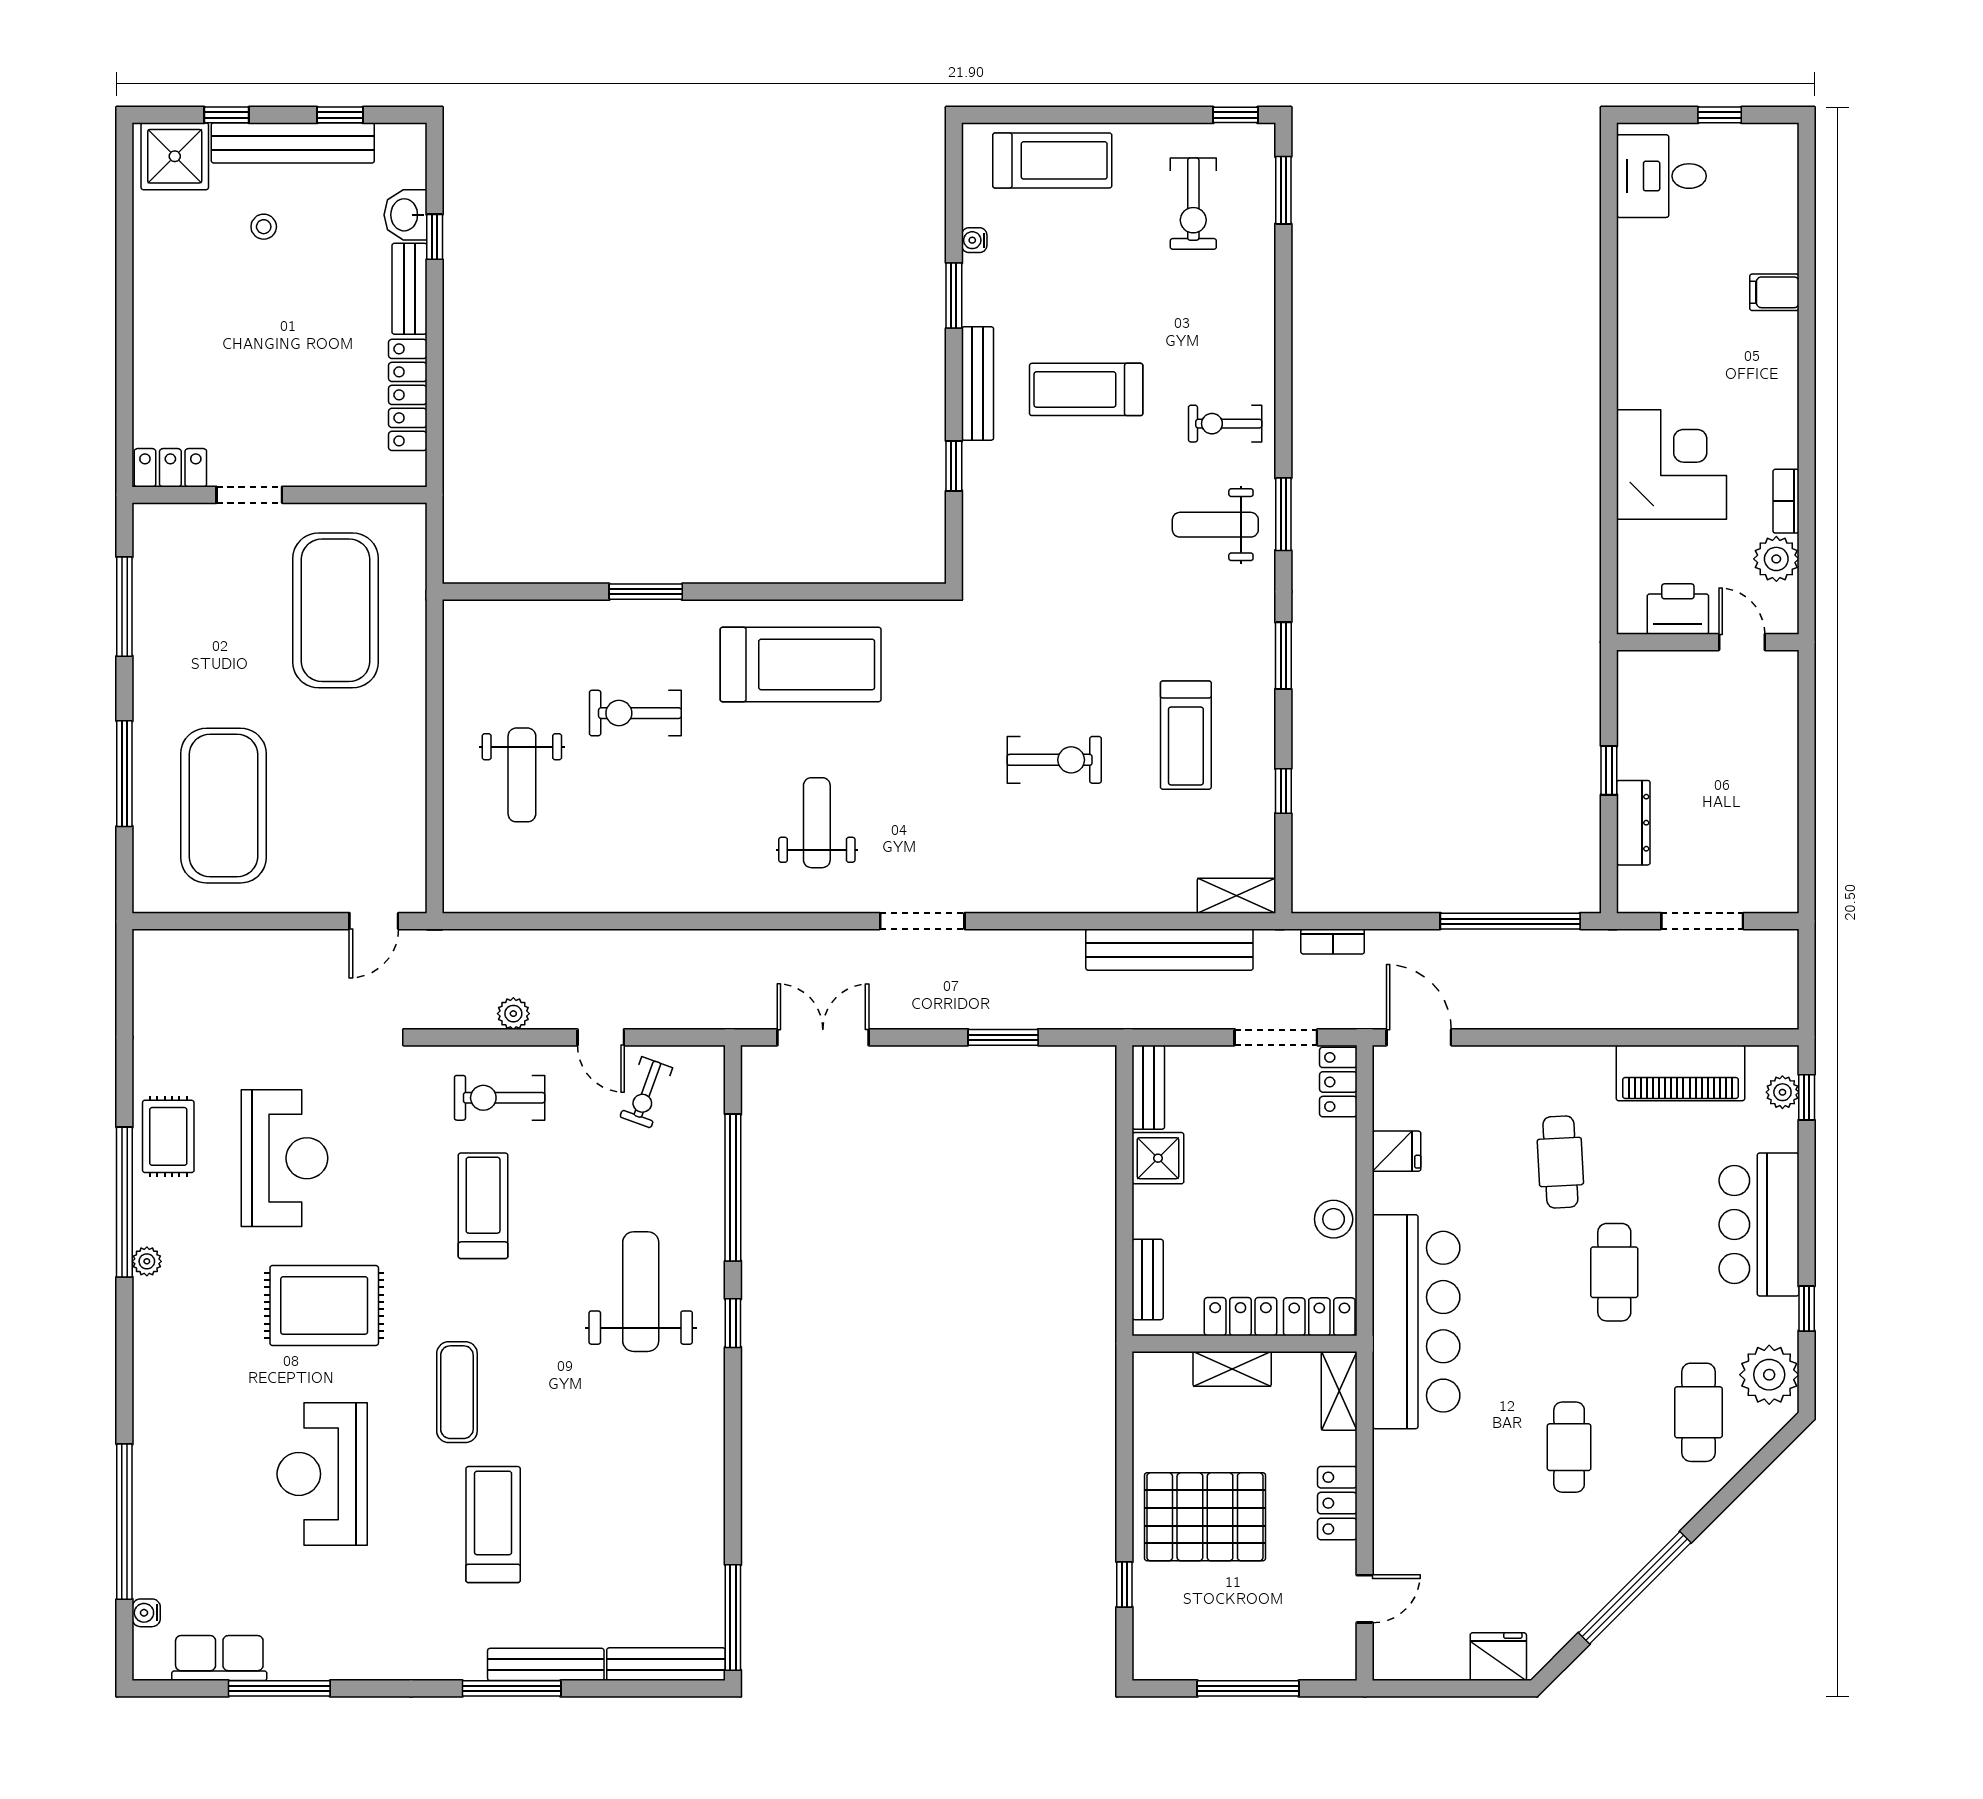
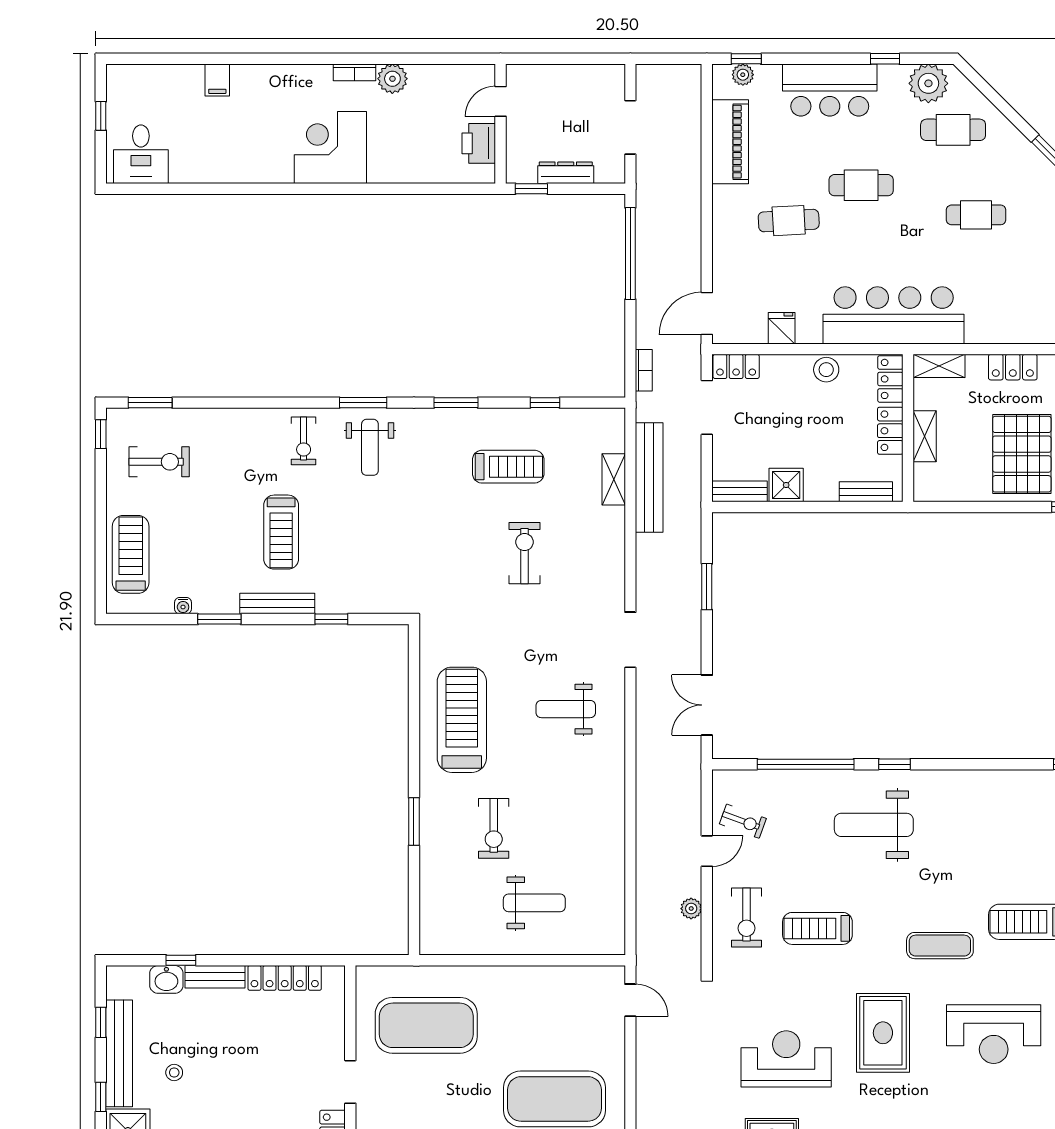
printer: (1678, 609) -> (479, 143), moved
wall: (1708, 642) -> (501, 124), moved
door: (1742, 642) -> (501, 101), moved
shelving: (1236, 896) -> (614, 479), moved

